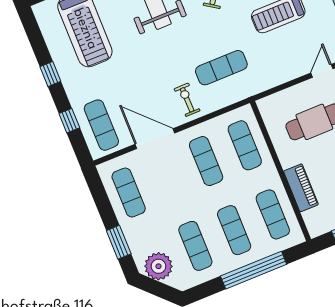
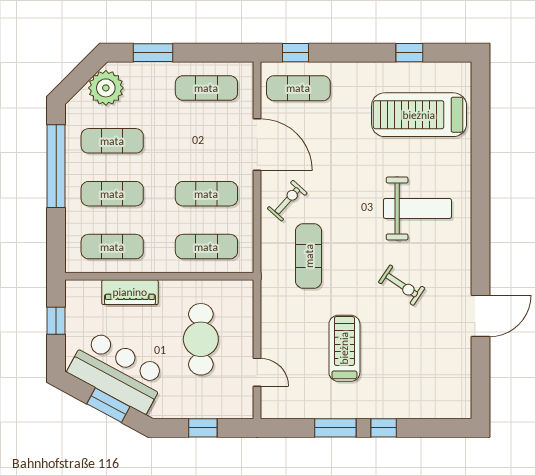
window: (50, 74) -> (409, 53), moved
exercise bike: (187, 100) -> (287, 201), turned -47
window: (69, 121) -> (296, 53), moved
door: (155, 139) -> (257, 144), hinge flipped
window: (254, 270) -> (56, 166), moved

